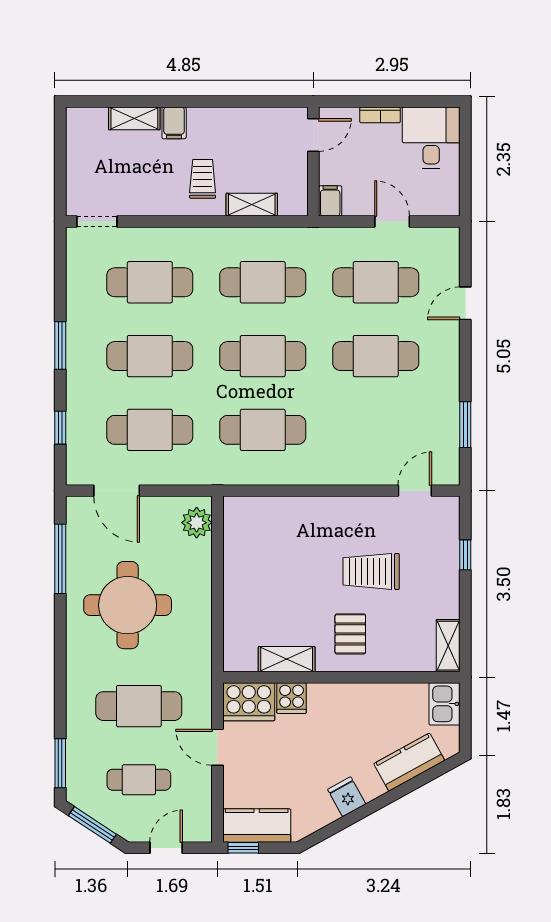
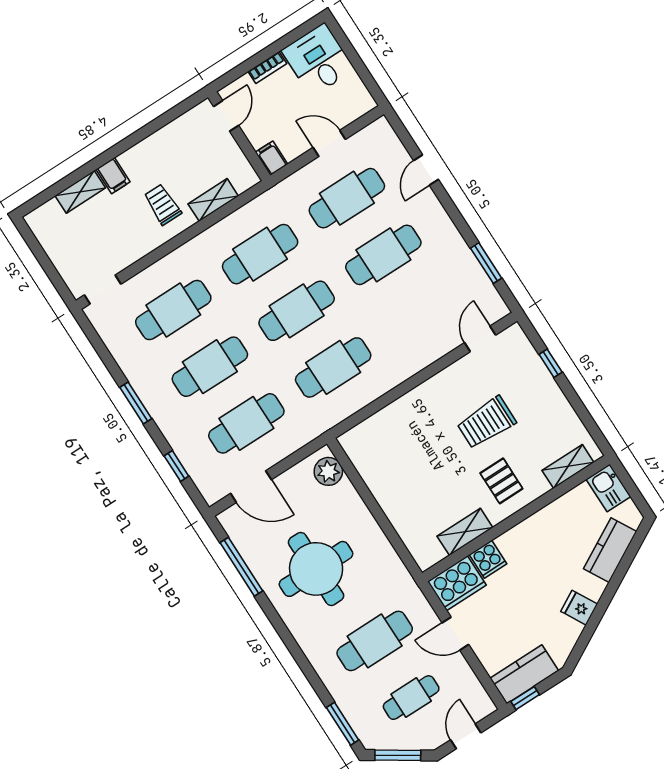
shelving: (448, 646) -> (568, 466), moved, turned 90

